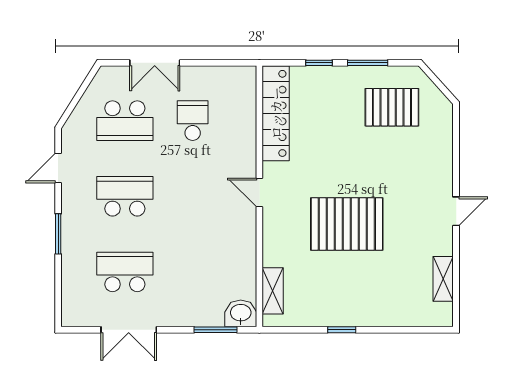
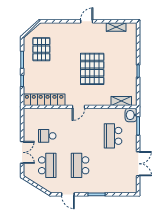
door: (456, 211) -> (87, 21), hinge flipped
school desk: (125, 272) -> (113, 136), moved

